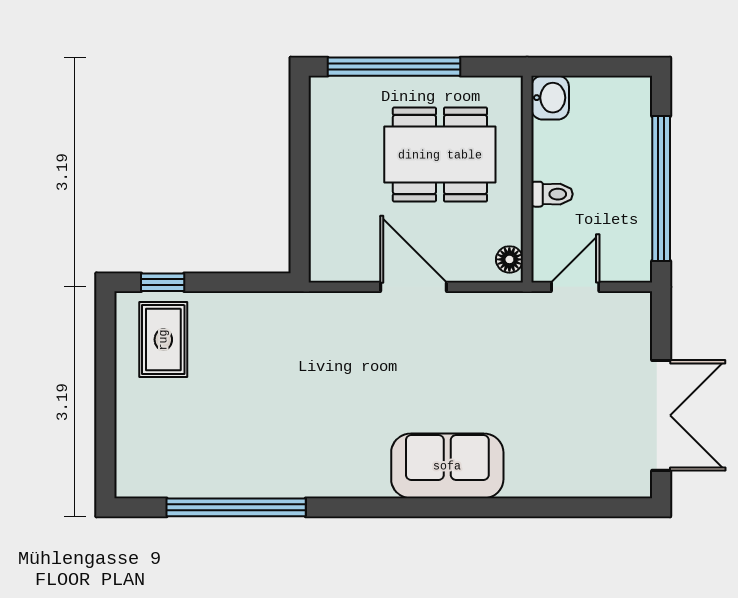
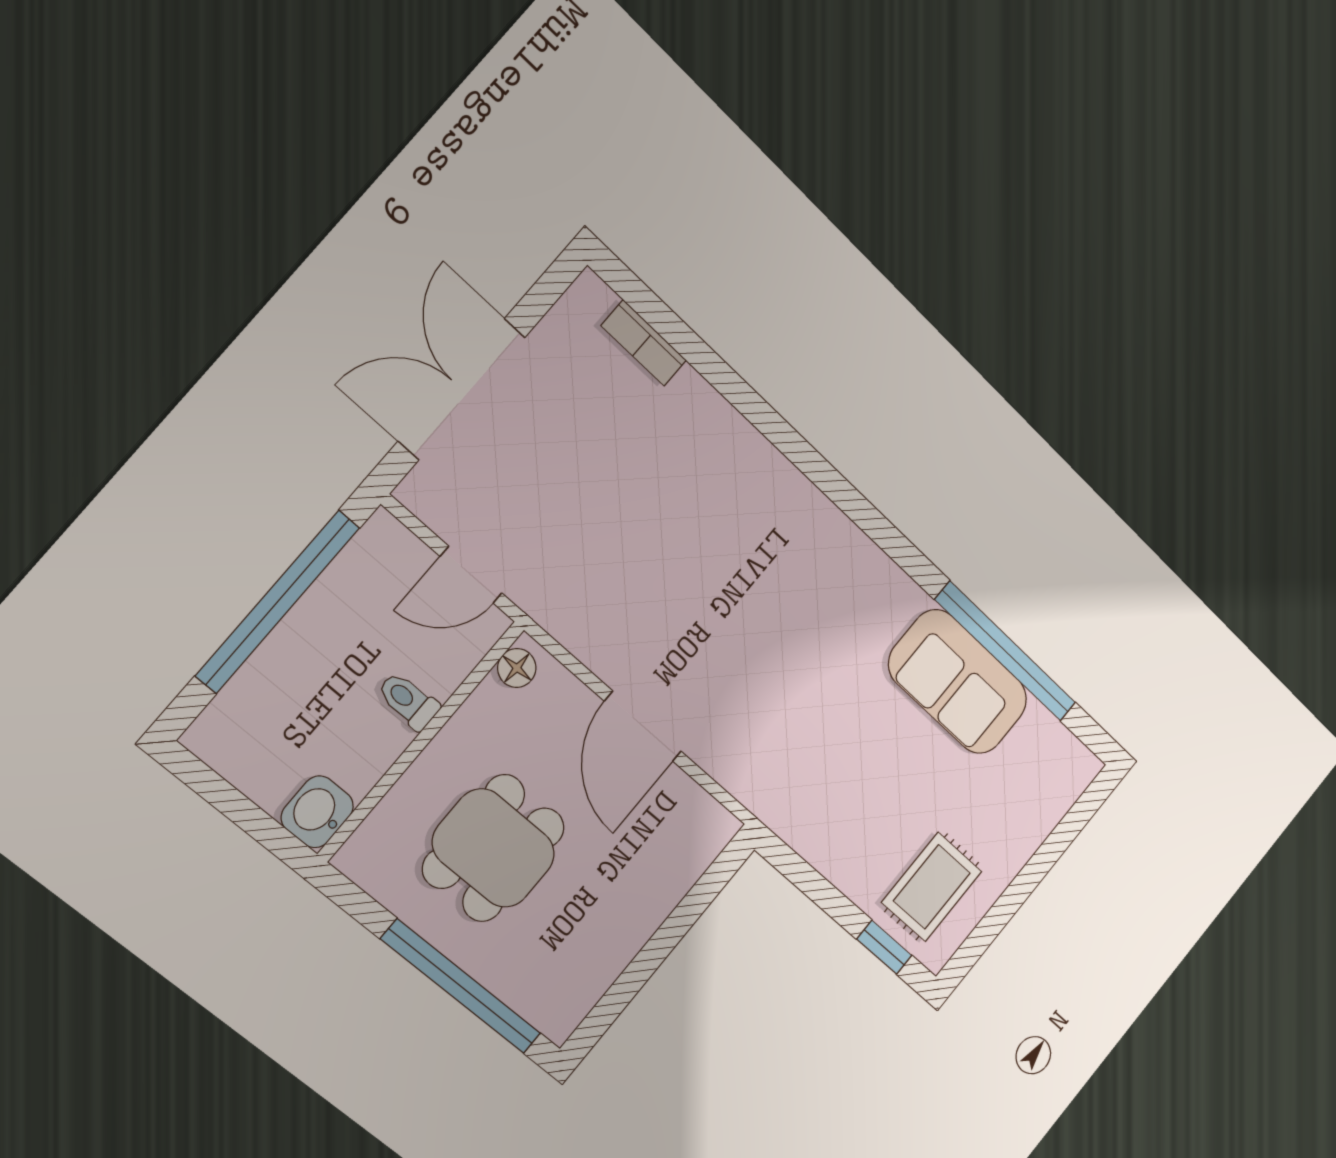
dining table: (440, 155) -> (494, 848), width x0.73
double door: (661, 415) -> (462, 389), moved
sofa: (447, 466) -> (958, 682), moved
bookcase: (588, 486) -> (644, 343), added

